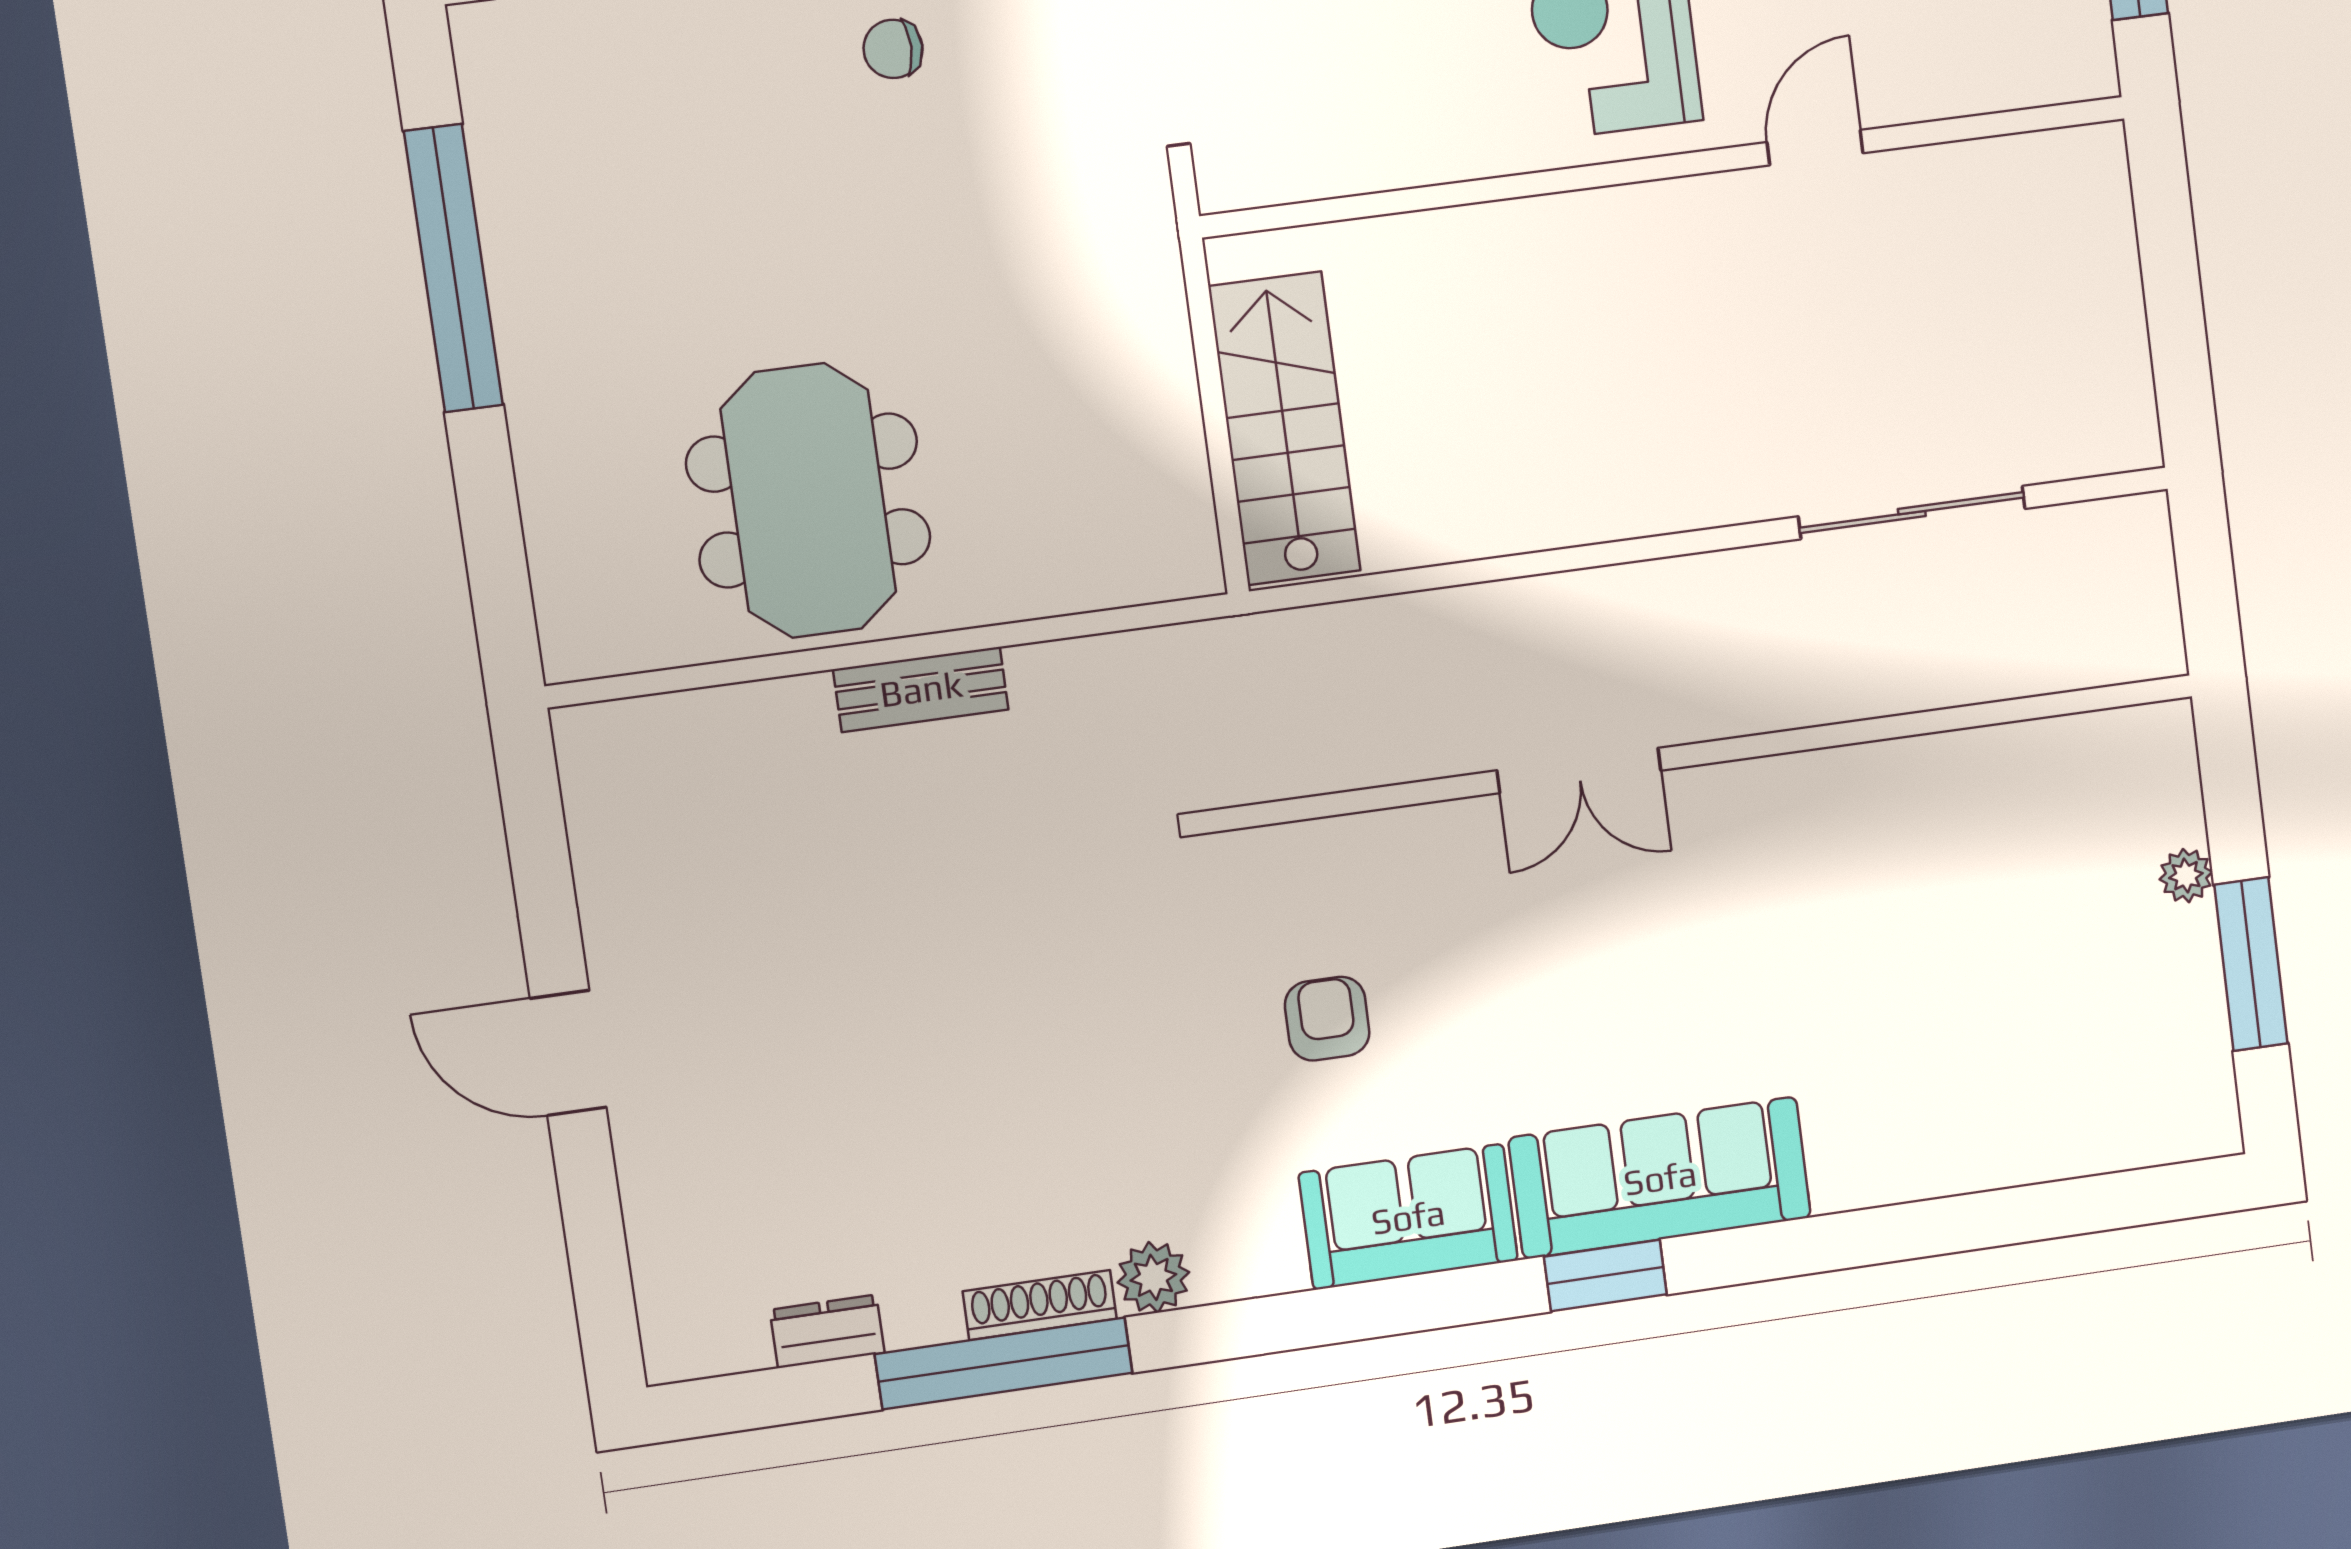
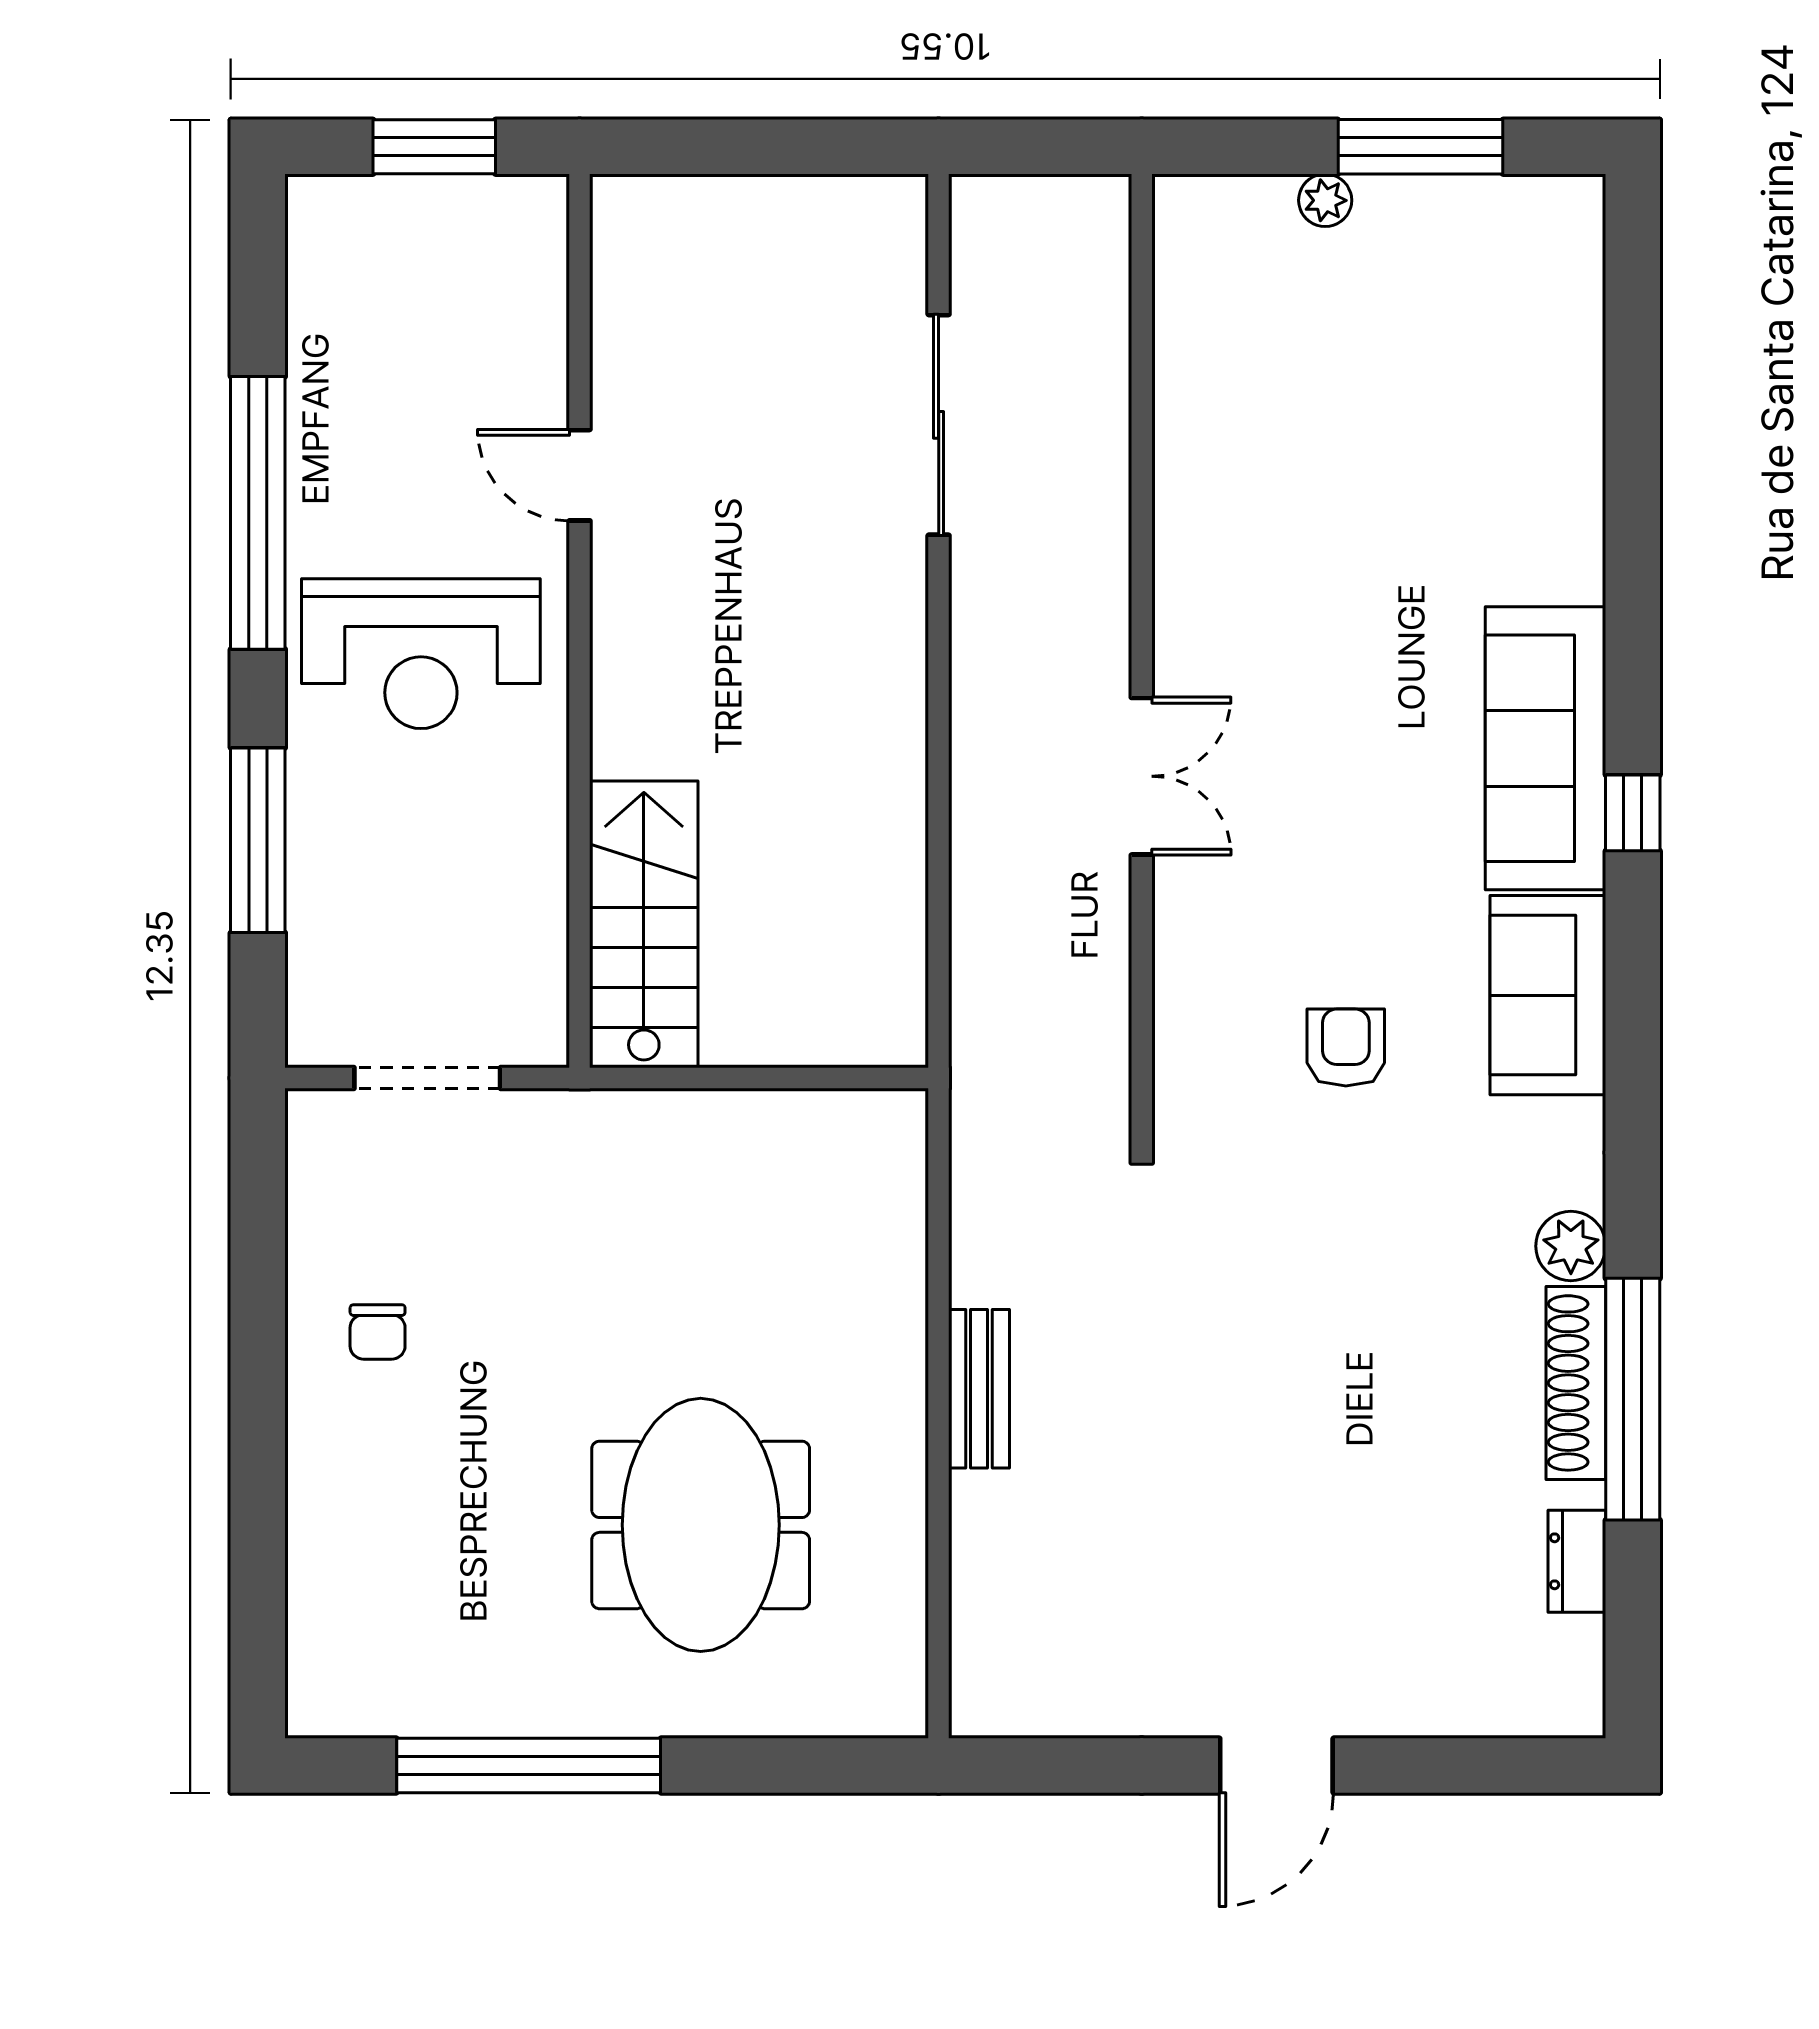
stairs: (1285, 429) -> (644, 924), moved, turned 90
meeting table: (808, 501) -> (701, 1525), moved, turned 90
armchair: (1327, 1019) -> (1346, 1048), turned 90
window: (1605, 1275) -> (1633, 813), width x0.67
shoe rack: (1040, 1305) -> (1576, 1383), width x1.36, depth x1.24

